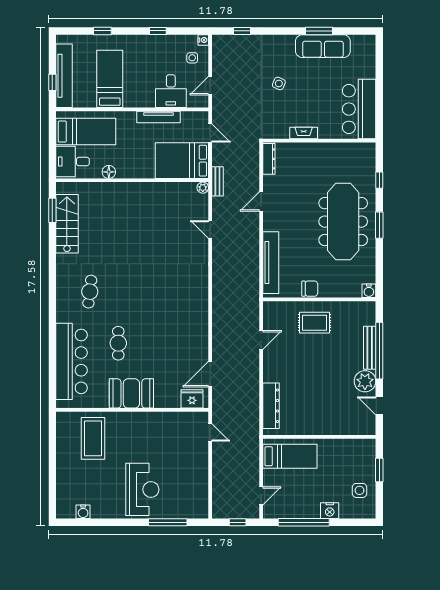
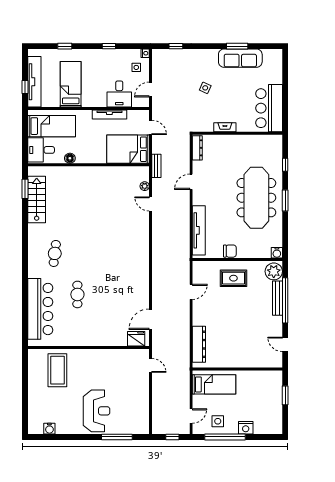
plant: (203, 188) -> (145, 186), moved
plant: (365, 381) -> (274, 271), moved
booth: (131, 393) -> (88, 334), removed
side table: (359, 490) -> (218, 421), moved

